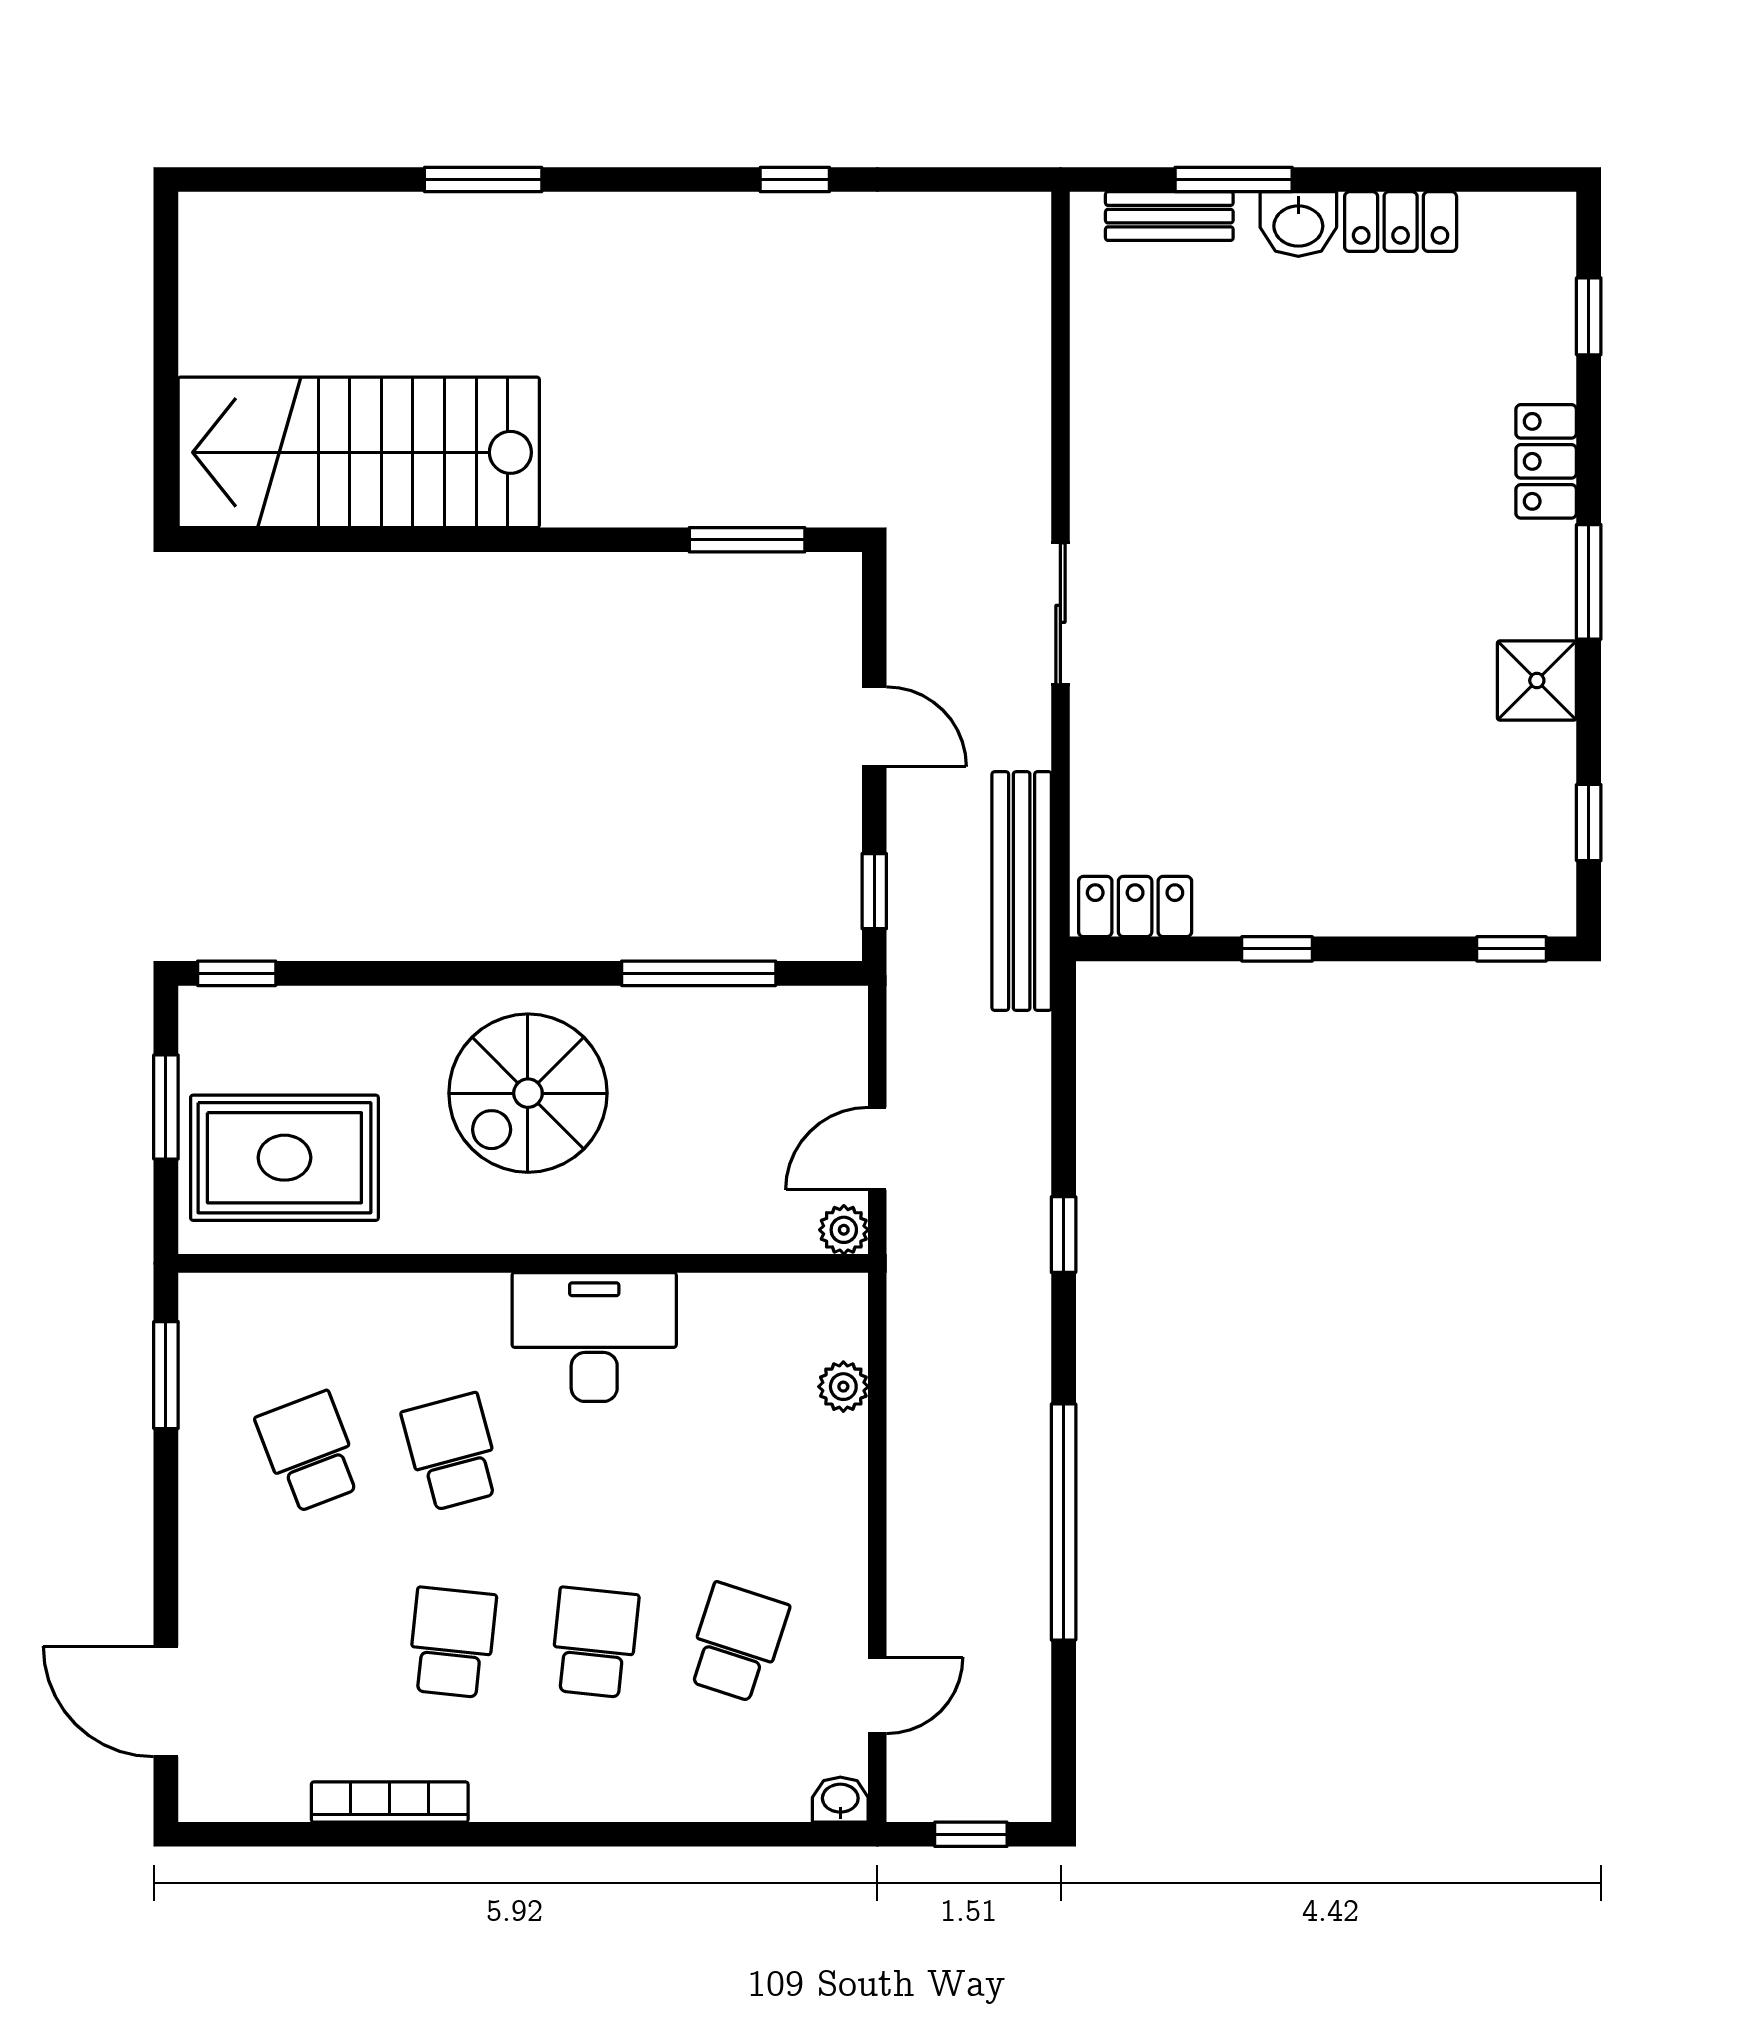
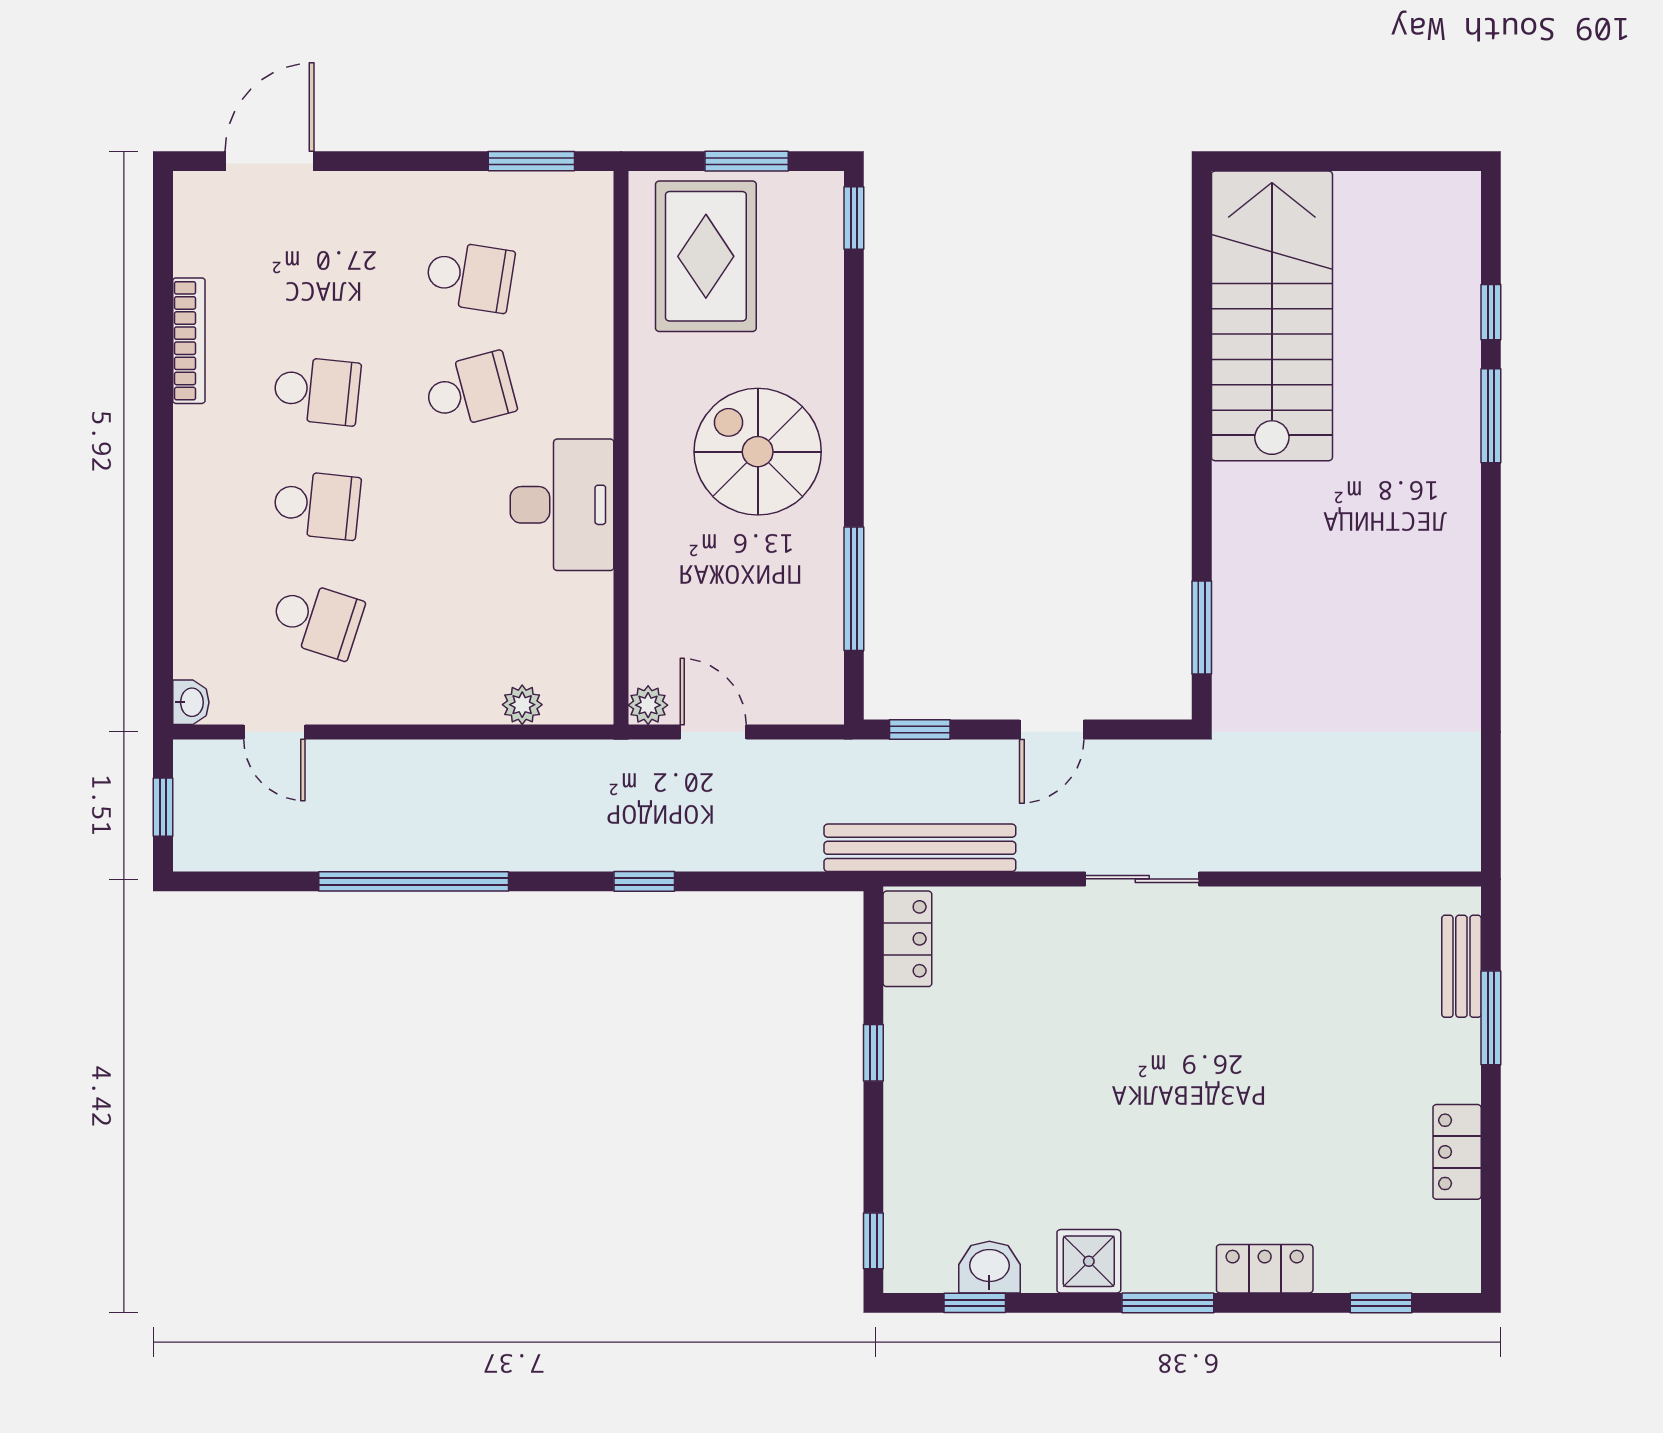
window: (795, 180) -> (1491, 312), moved
washbasin: (1298, 224) -> (989, 1267), moved, turned 90
school desk: (309, 1452) -> (470, 276), turned 30

